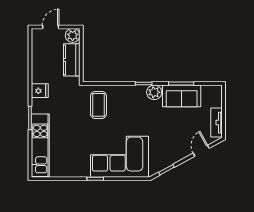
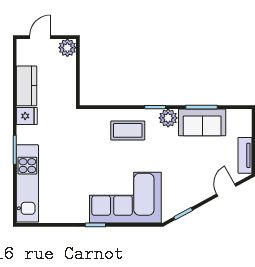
kitchen counter: (72, 60) -> (27, 86), moved, turned 180
coffee table: (98, 105) -> (128, 130), moved, turned 90

